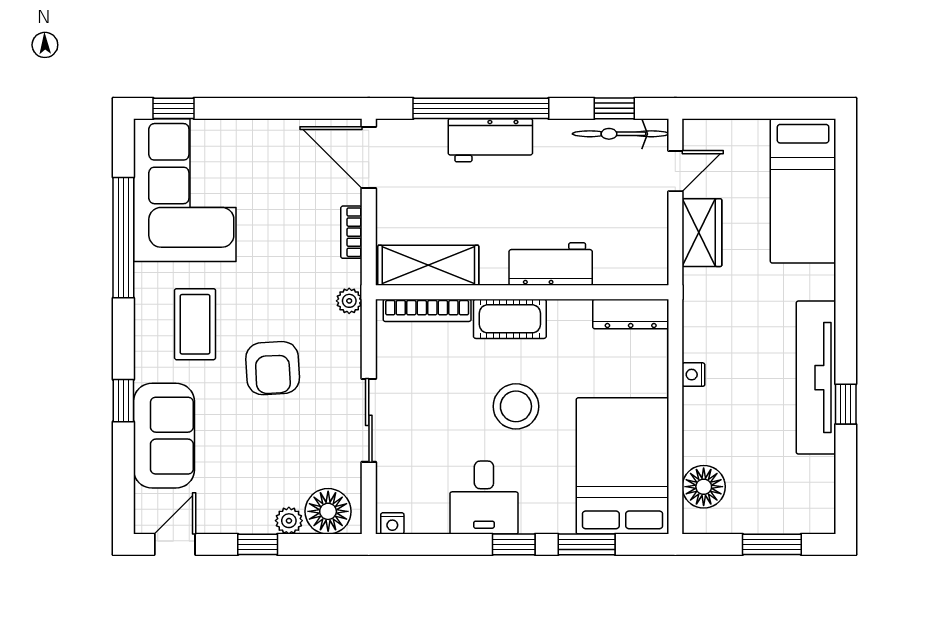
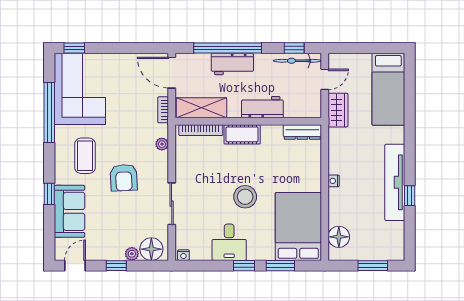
workbench: (551, 264) -> (262, 107), moved
shelving: (428, 265) -> (201, 108), moved
wall: (522, 292) -> (248, 121), moved
bookcase: (427, 310) -> (201, 130), moved
dresser: (631, 314) -> (302, 132), moved
cot: (510, 319) -> (242, 134), moved

